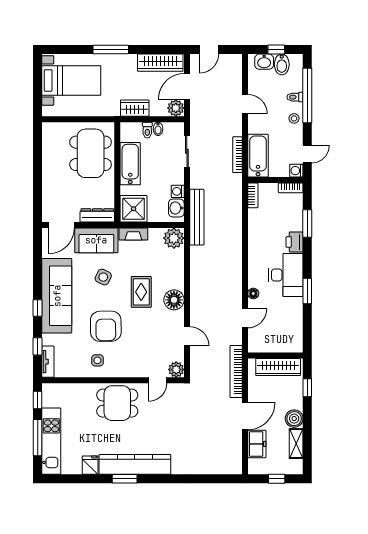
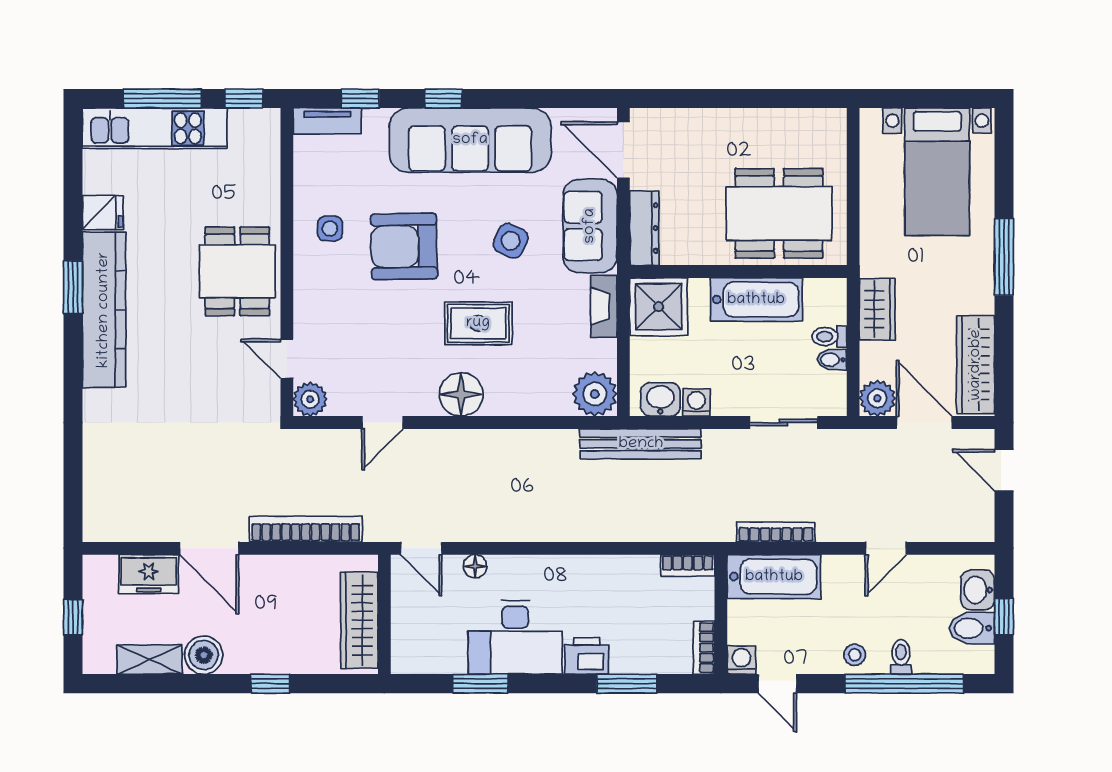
wall: (275, 356) -> (384, 614), moved
wardrobe: (278, 367) -> (359, 620), moved

